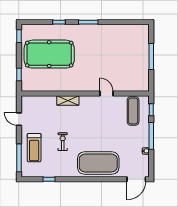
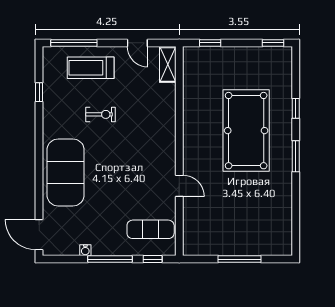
pool table: (49, 54) -> (246, 131), moved
door: (106, 93) -> (179, 186), hinge flipped
shelving: (68, 100) -> (168, 64), moved
door: (19, 119) -> (137, 43), swing flipped

